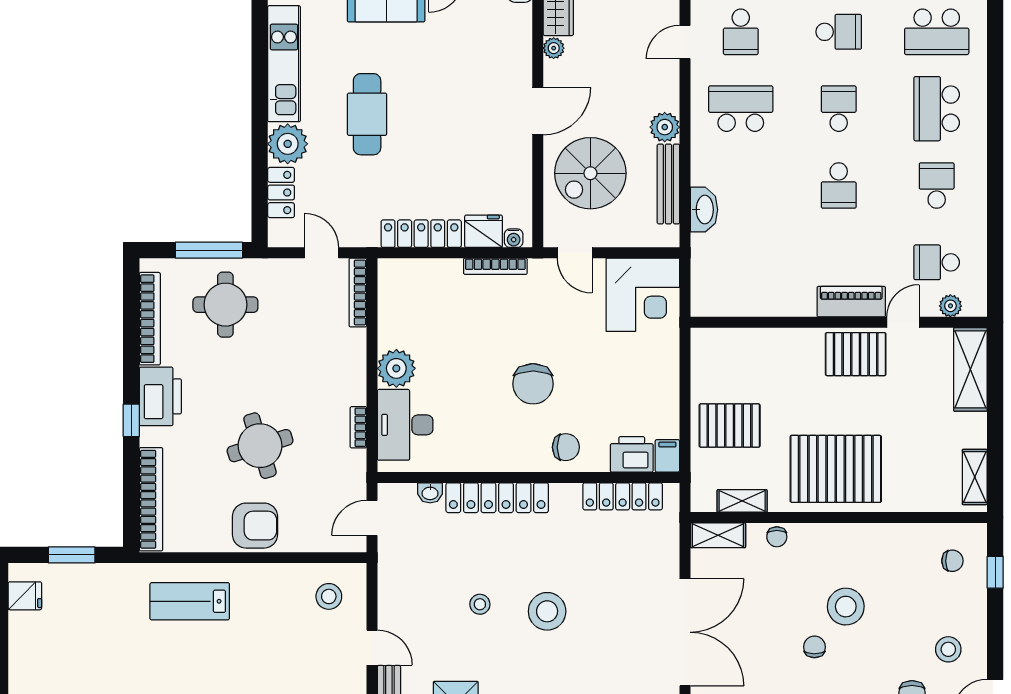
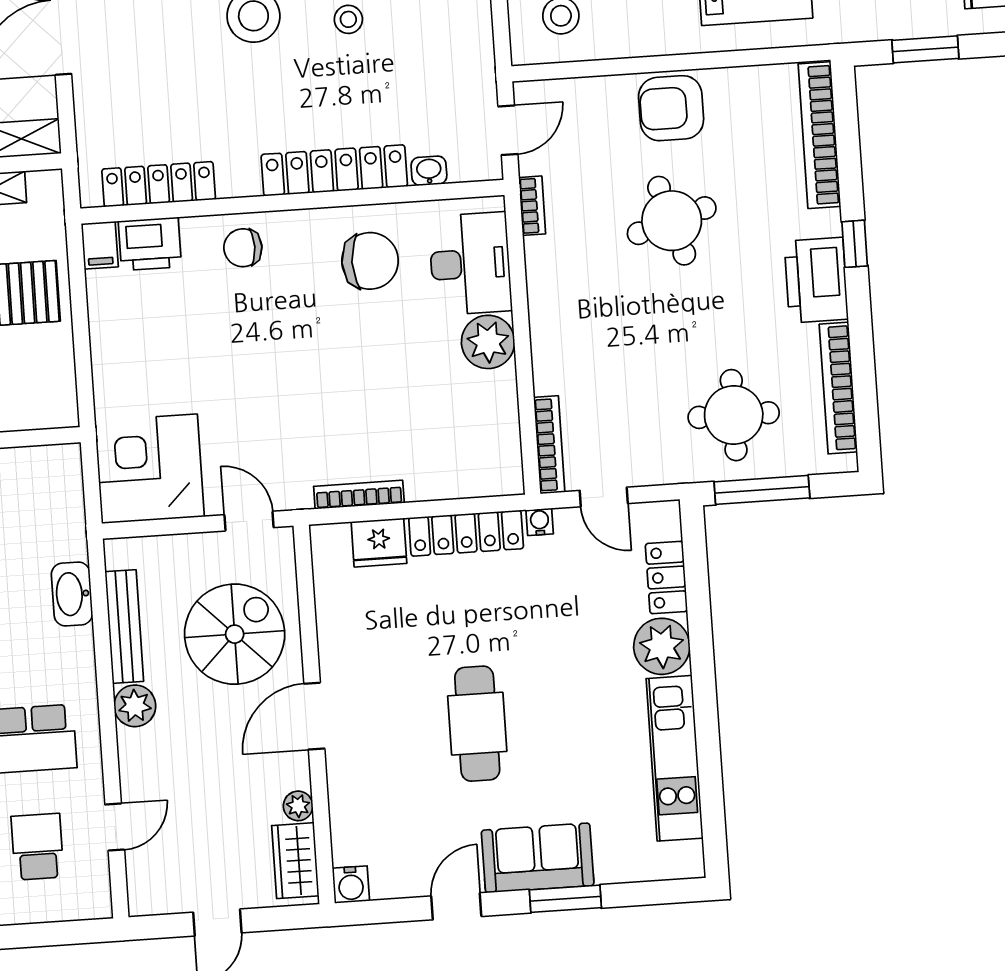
cafe table: (367, 114) -> (477, 724), moved
water cooler: (514, 238) -> (540, 522), moved
chair: (533, 384) -> (370, 261), moved, turned 90
bookcase: (358, 427) -> (532, 206), moved

